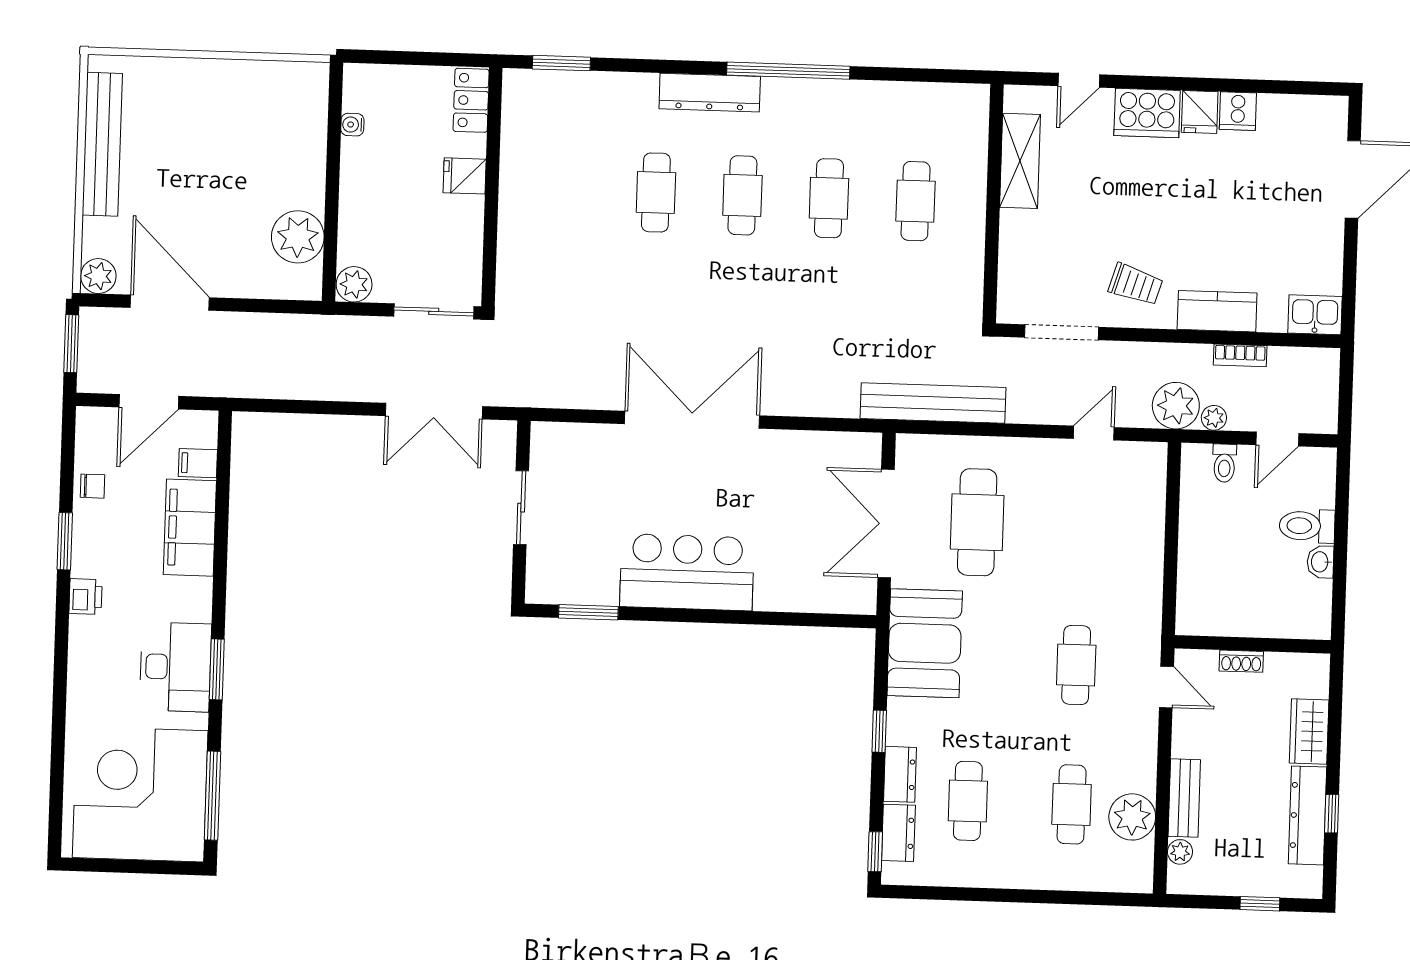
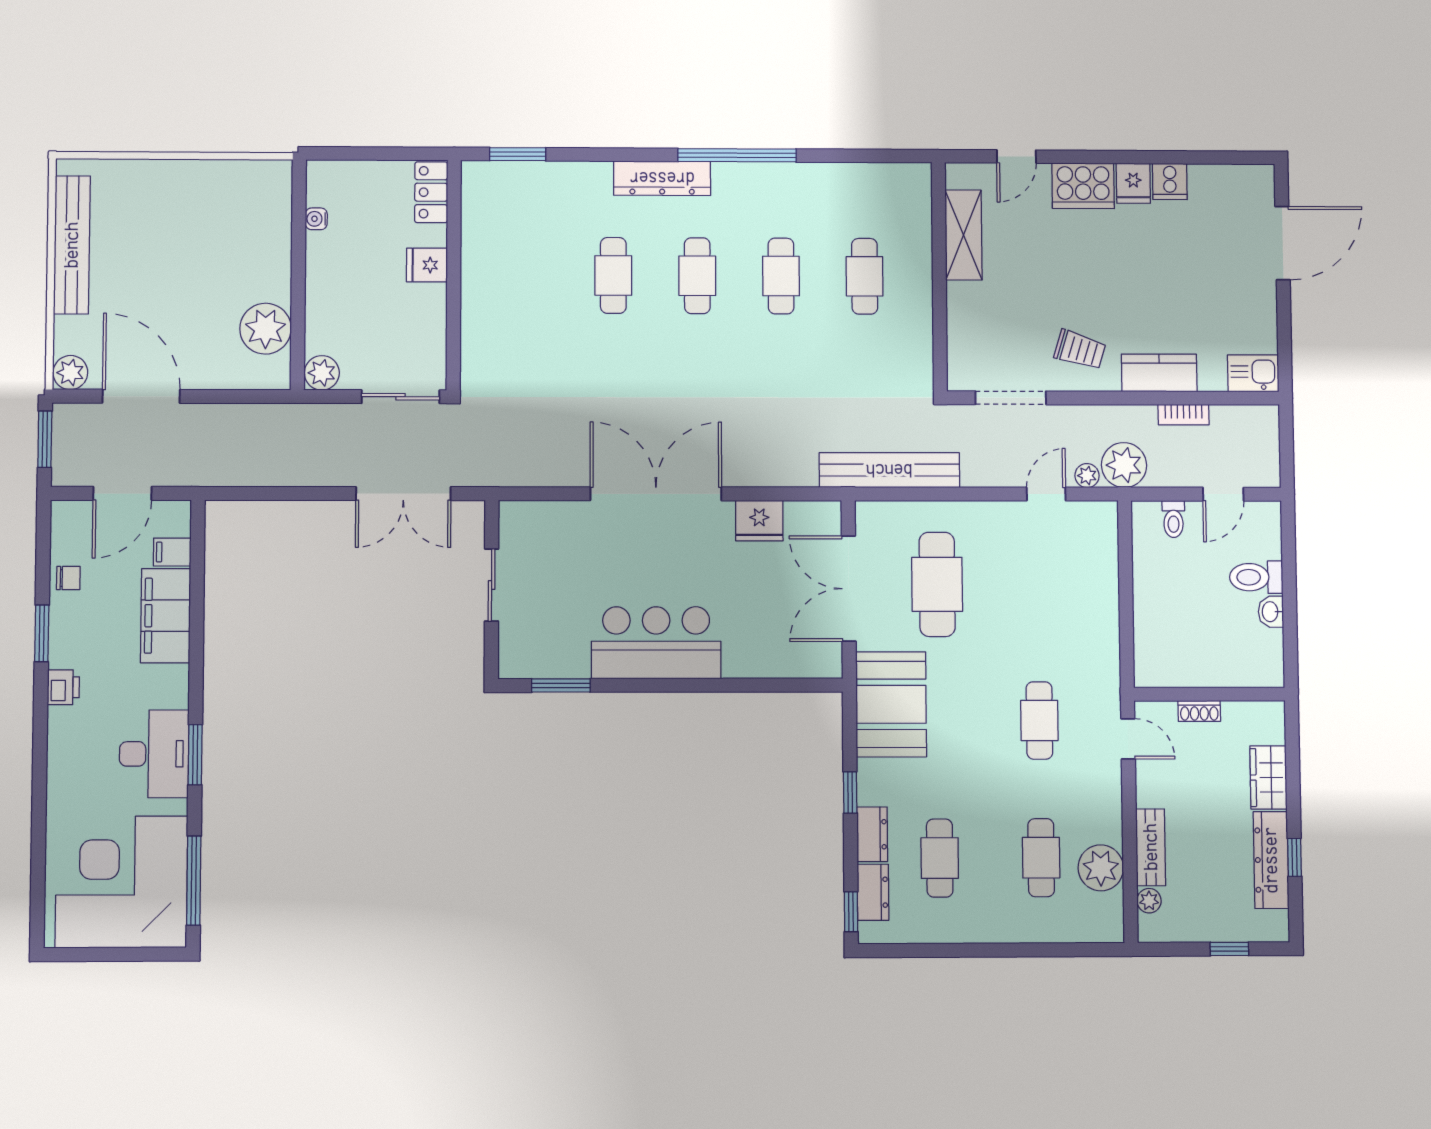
plant: (1214, 418) -> (1087, 476), moved
fridge: (797, 451) -> (759, 521), added

